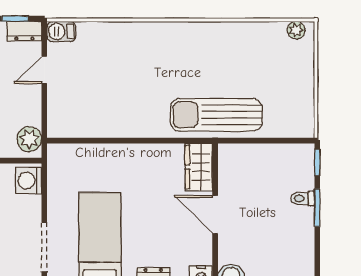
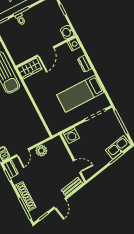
door: (44, 70) -> (23, 152), hinge flipped
plant: (29, 139) -> (41, 151), moved

